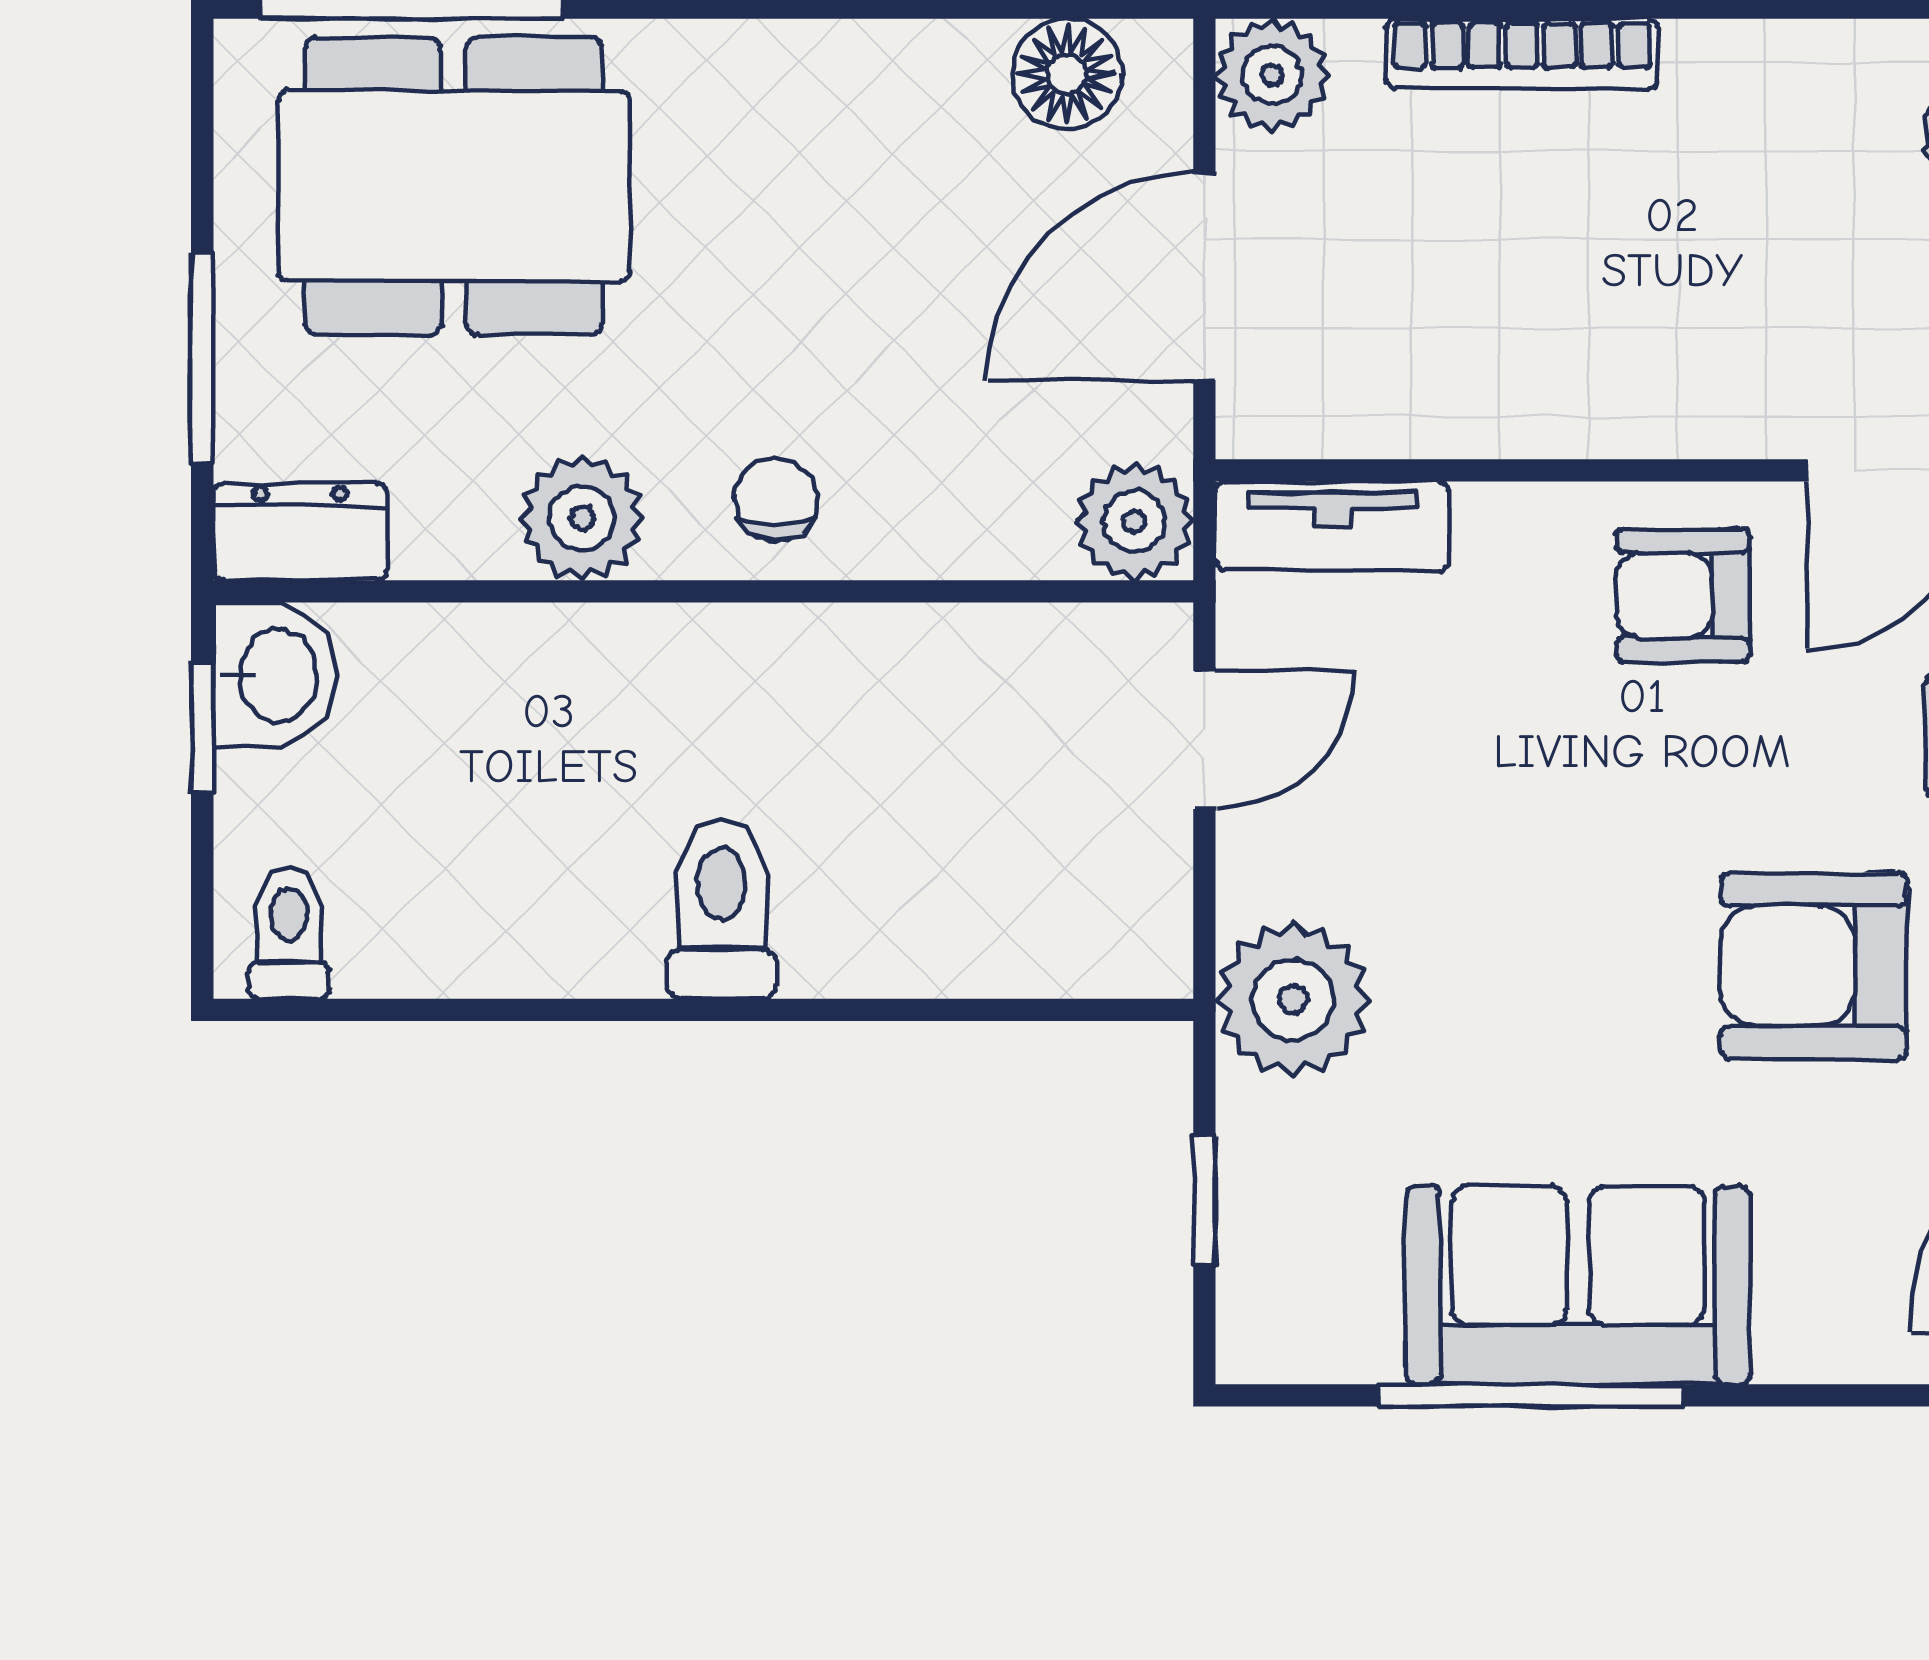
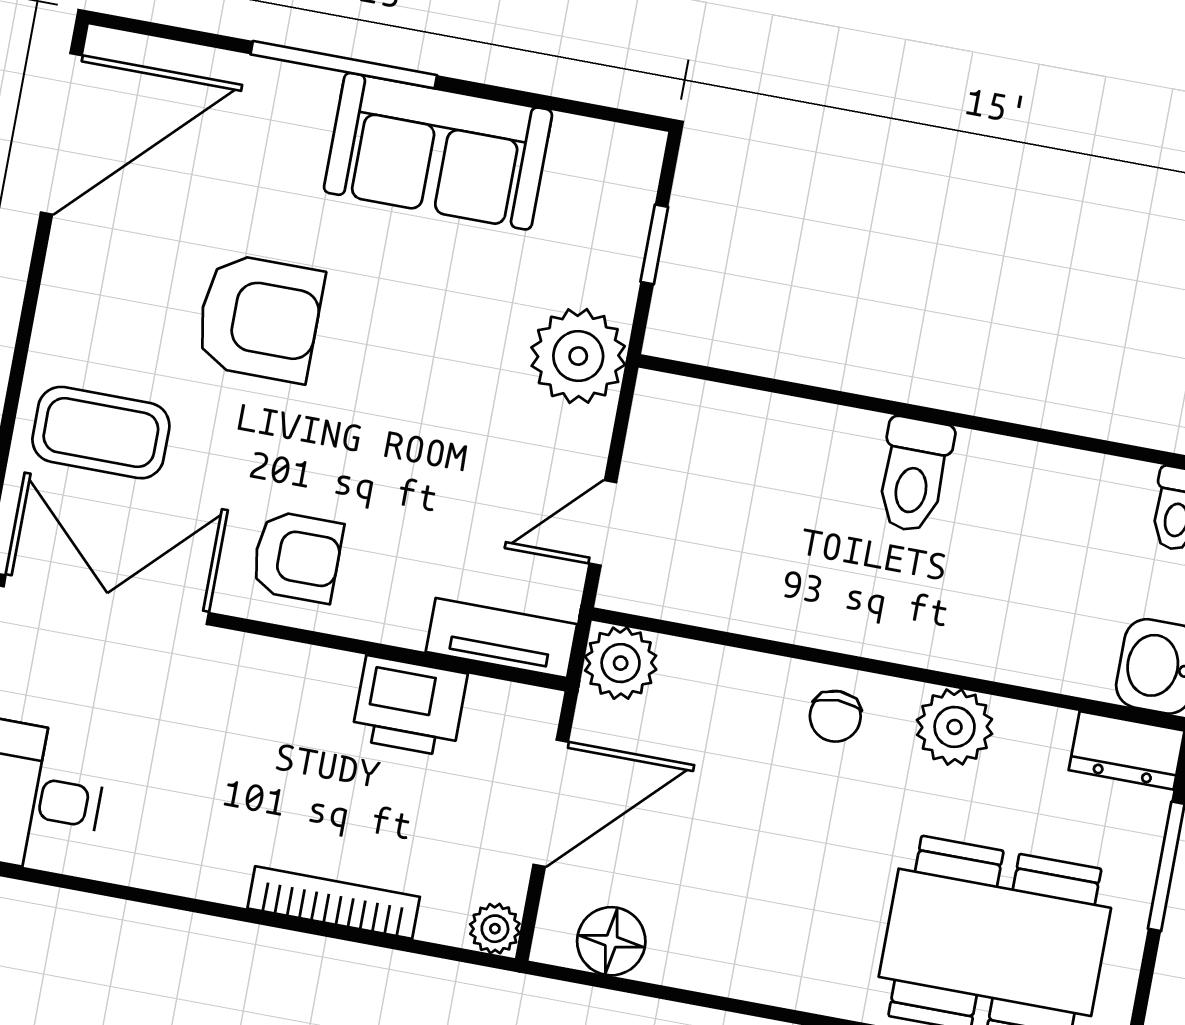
plant: (1272, 75) -> (495, 929), width x0.73, depth x0.73
printer: (1459, 390) -> (409, 706), added
window: (1531, 1395) -> (344, 65), moved

